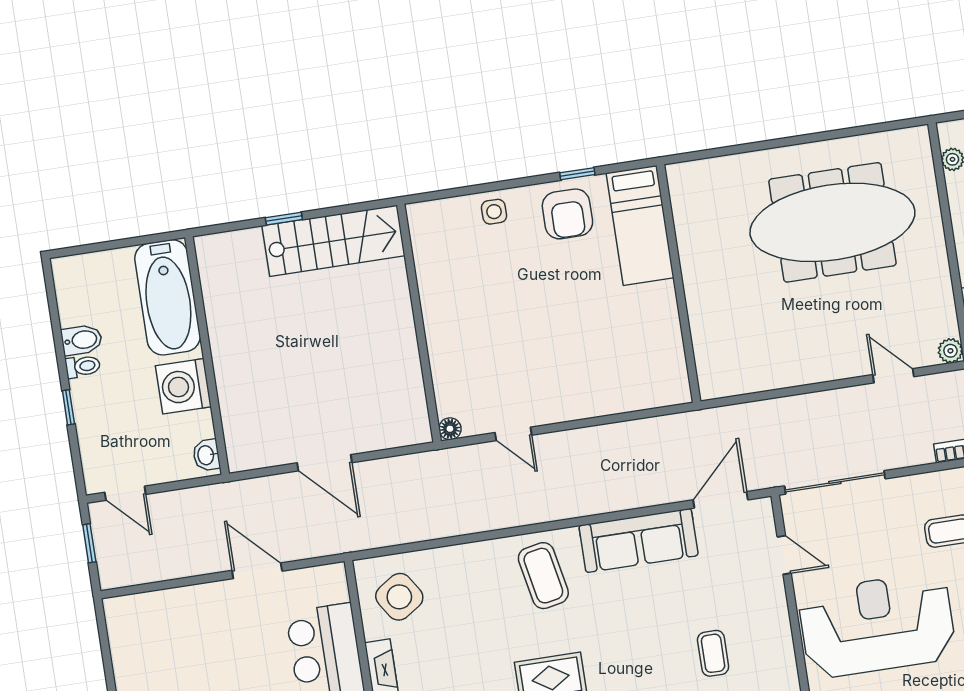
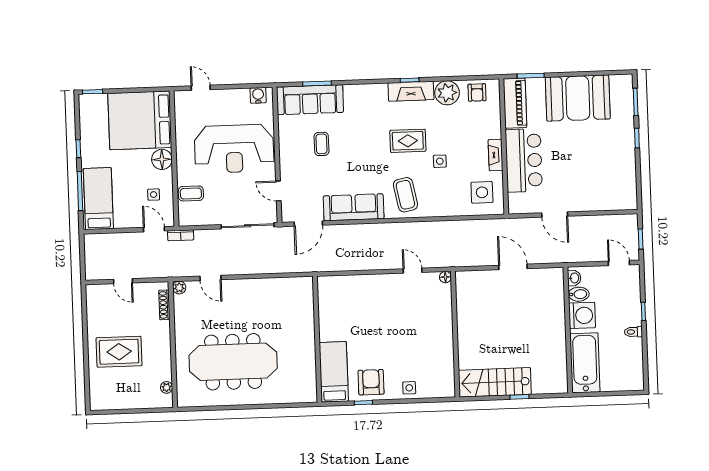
bidet: (82, 340) -> (579, 294), moved, turned 180
side table: (399, 597) -> (482, 192), turned 33
side table: (486, 646) -> (440, 161), added

